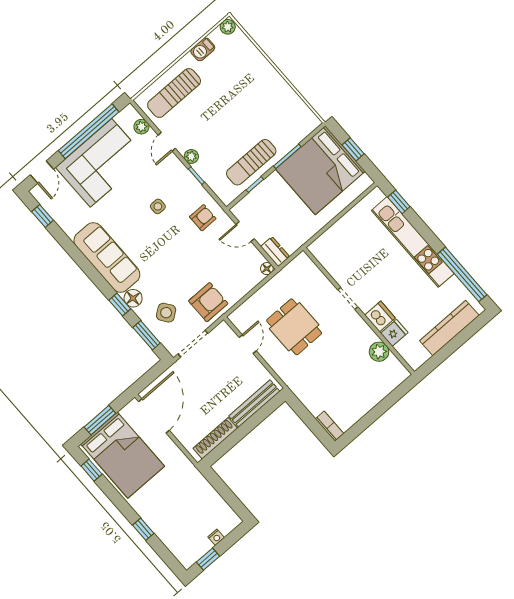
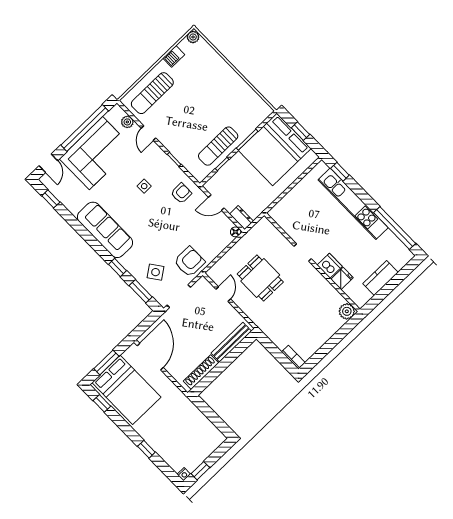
plant: (191, 156) -> (169, 144), removed
floor lamp: (133, 298) -> (128, 262), removed
kitchen counter: (449, 328) -> (381, 278), width x0.67
plant: (379, 352) -> (347, 311), moved
nightstand: (216, 537) -> (184, 474), moved

